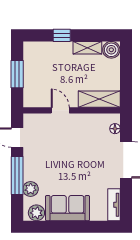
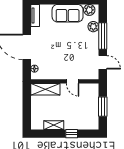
boiler: (111, 50) -> (37, 124), removed

